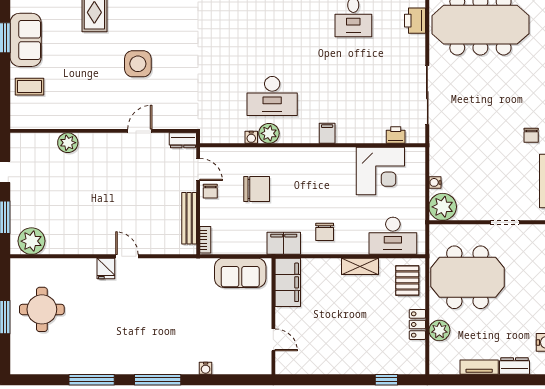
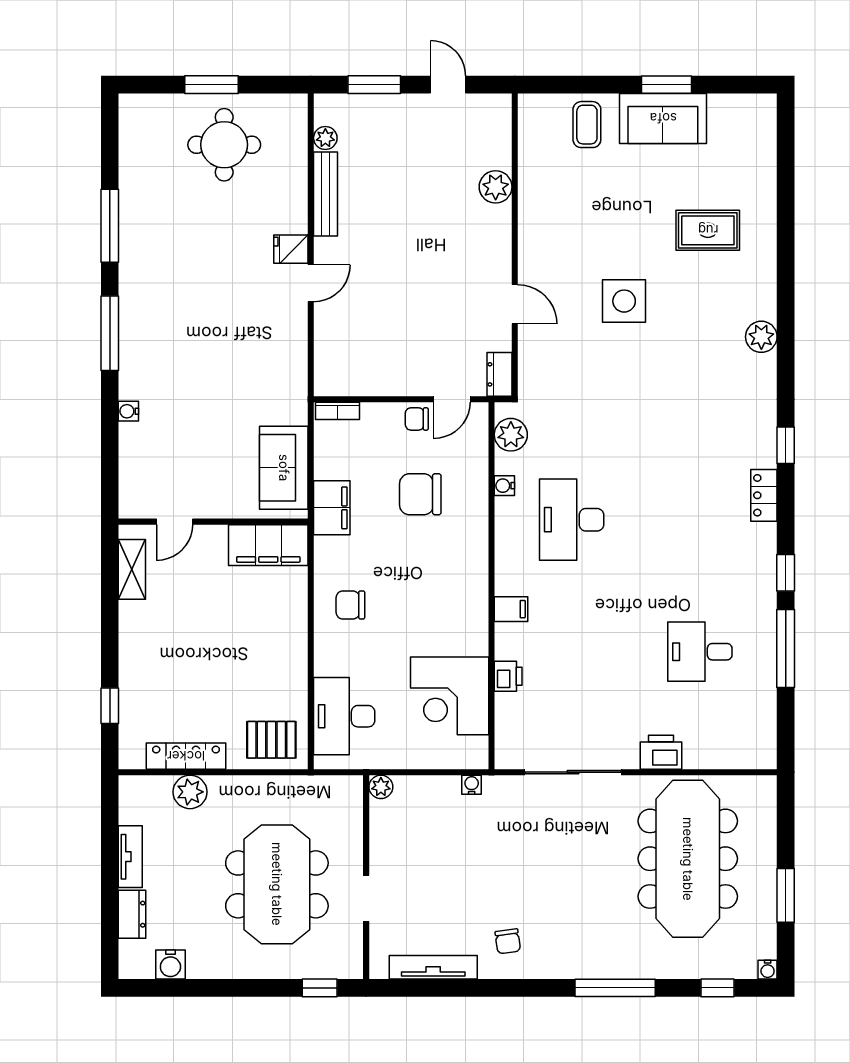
printer: (415, 21) -> (661, 752), moved
plant: (269, 133) -> (511, 435), moved
printer: (396, 135) -> (508, 676), moved
chair: (531, 135) -> (508, 941), turned -98
water cooler: (435, 182) -> (472, 785), moved
chair: (257, 189) -> (420, 494), turned 90
plant: (443, 207) -> (381, 787), width x0.53, depth x0.53
bench: (189, 218) -> (325, 194), moved, turned 90
plant: (31, 241) -> (325, 138), width x0.53, depth x0.53
filing cabinet: (284, 243) -> (332, 508), moved
shelving: (360, 266) -> (132, 569), moved
meeting table: (467, 277) -> (277, 884), moved
locker: (417, 324) -> (186, 756), width x1.53

